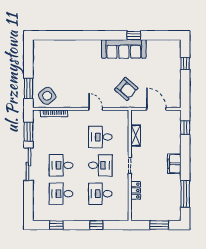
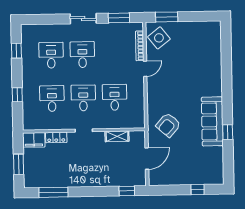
door: (96, 109) -> (145, 69), moved
sliding door: (28, 164) -> (83, 19), width x0.73
filing cabinet: (174, 164) -> (34, 140), moved, turned 180
desk: (100, 165) -> (83, 98), turned 180

